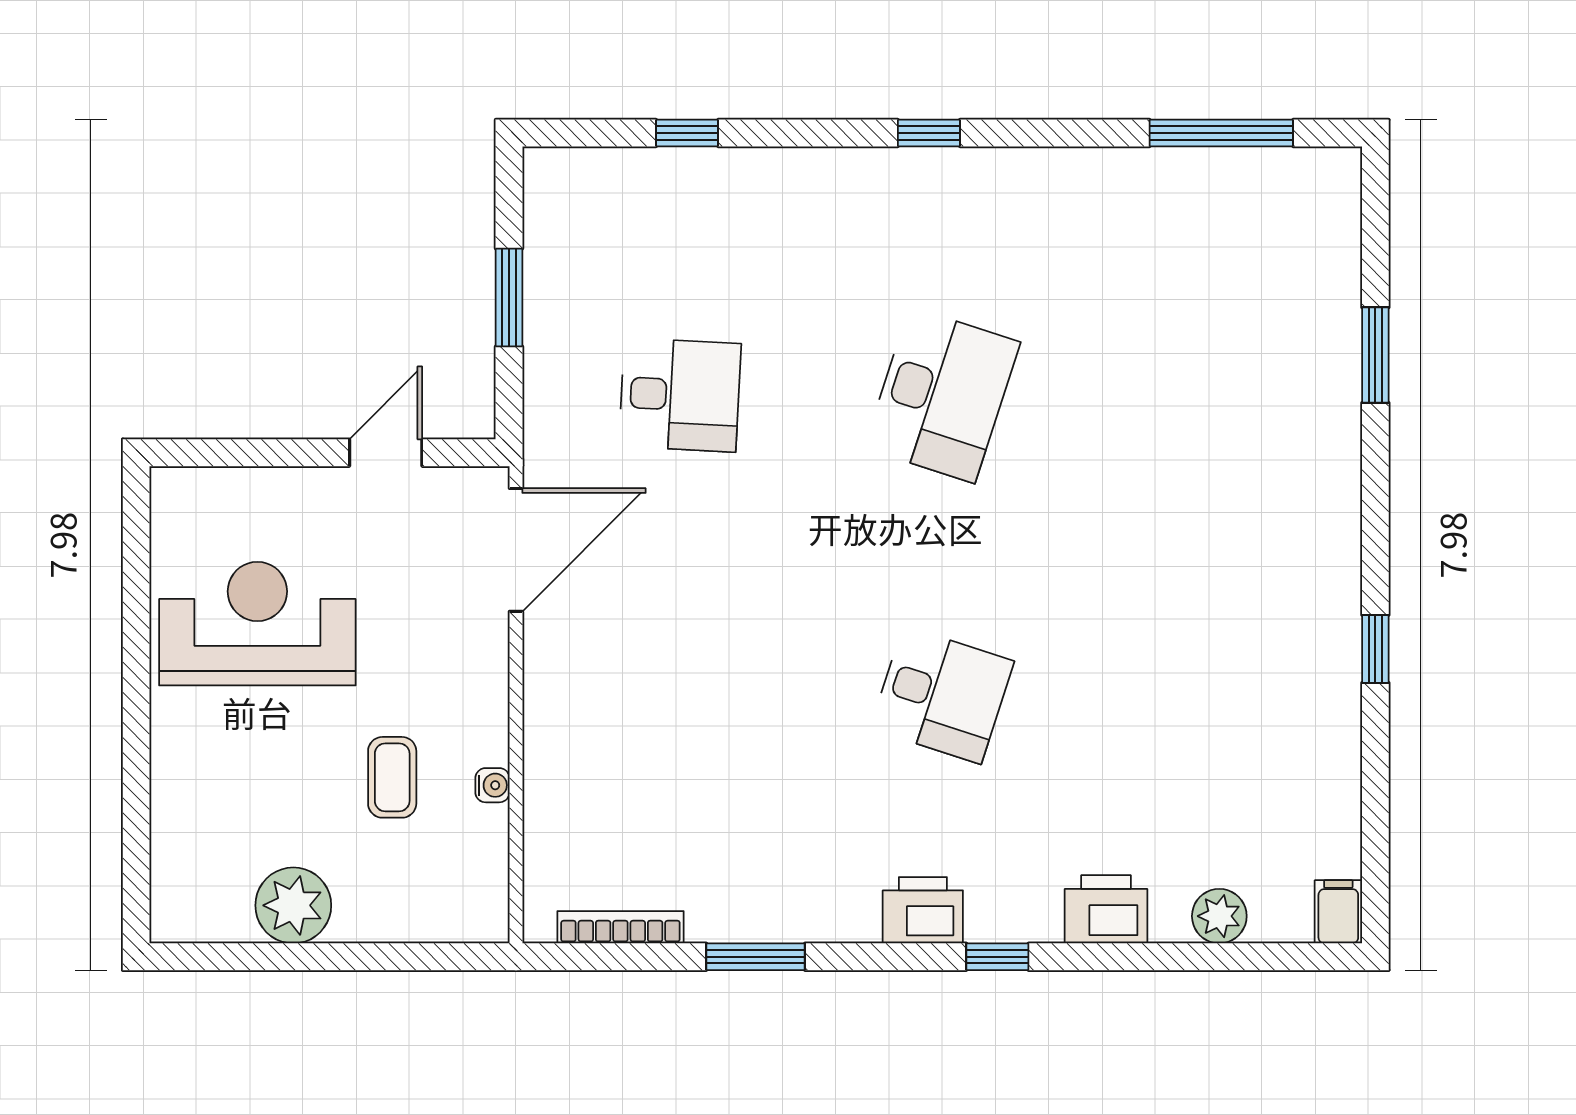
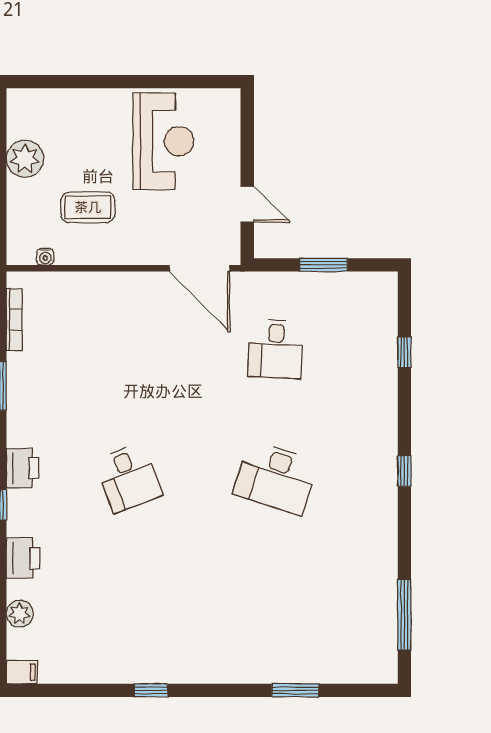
desk: (942, 695) -> (128, 478), turned -39
coffee table: (392, 777) -> (88, 207), width x1.36, depth x1.30
water cooler: (492, 785) -> (45, 257), moved

